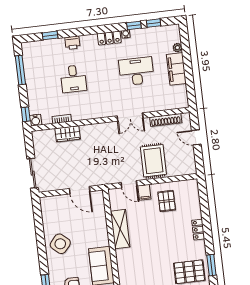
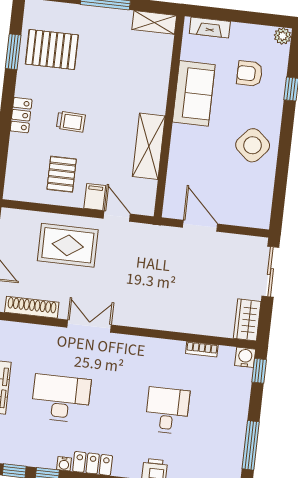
desk: (136, 71) -> (61, 398), turned 180
wardrobe: (68, 134) -> (247, 320), moved, turned -90
rug: (153, 161) -> (68, 245), turned 90
trolley: (169, 233) -> (71, 122), added

